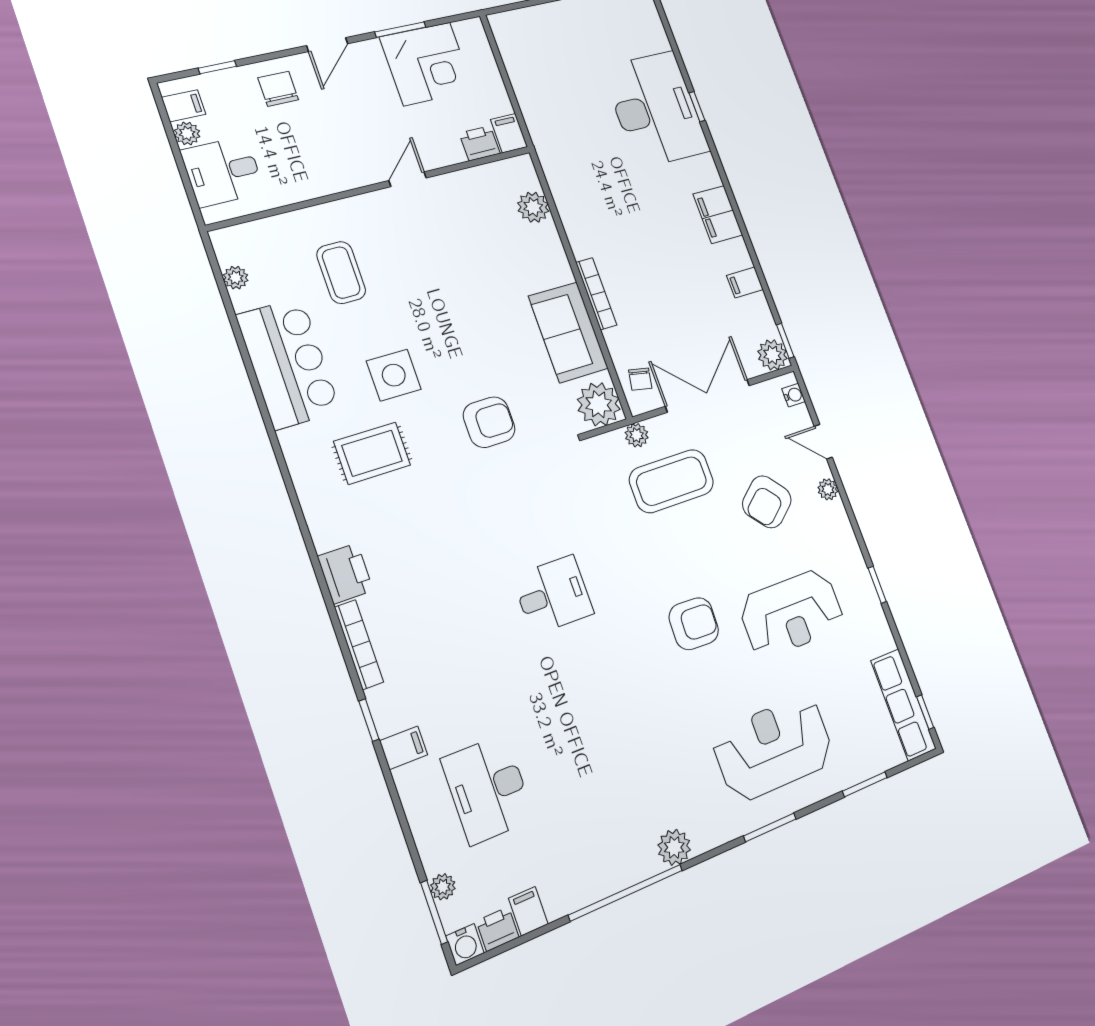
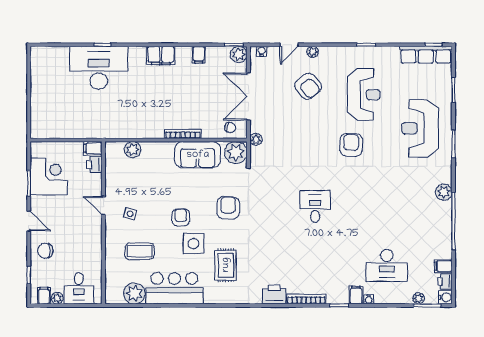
side table: (409, 234) -> (130, 214), added
plant: (236, 278) -> (134, 293), width x1.87, depth x1.87
armchair: (437, 335) -> (181, 217), added
coffee table: (672, 481) -> (283, 130), removed
water cooler: (404, 779) -> (369, 299), added

